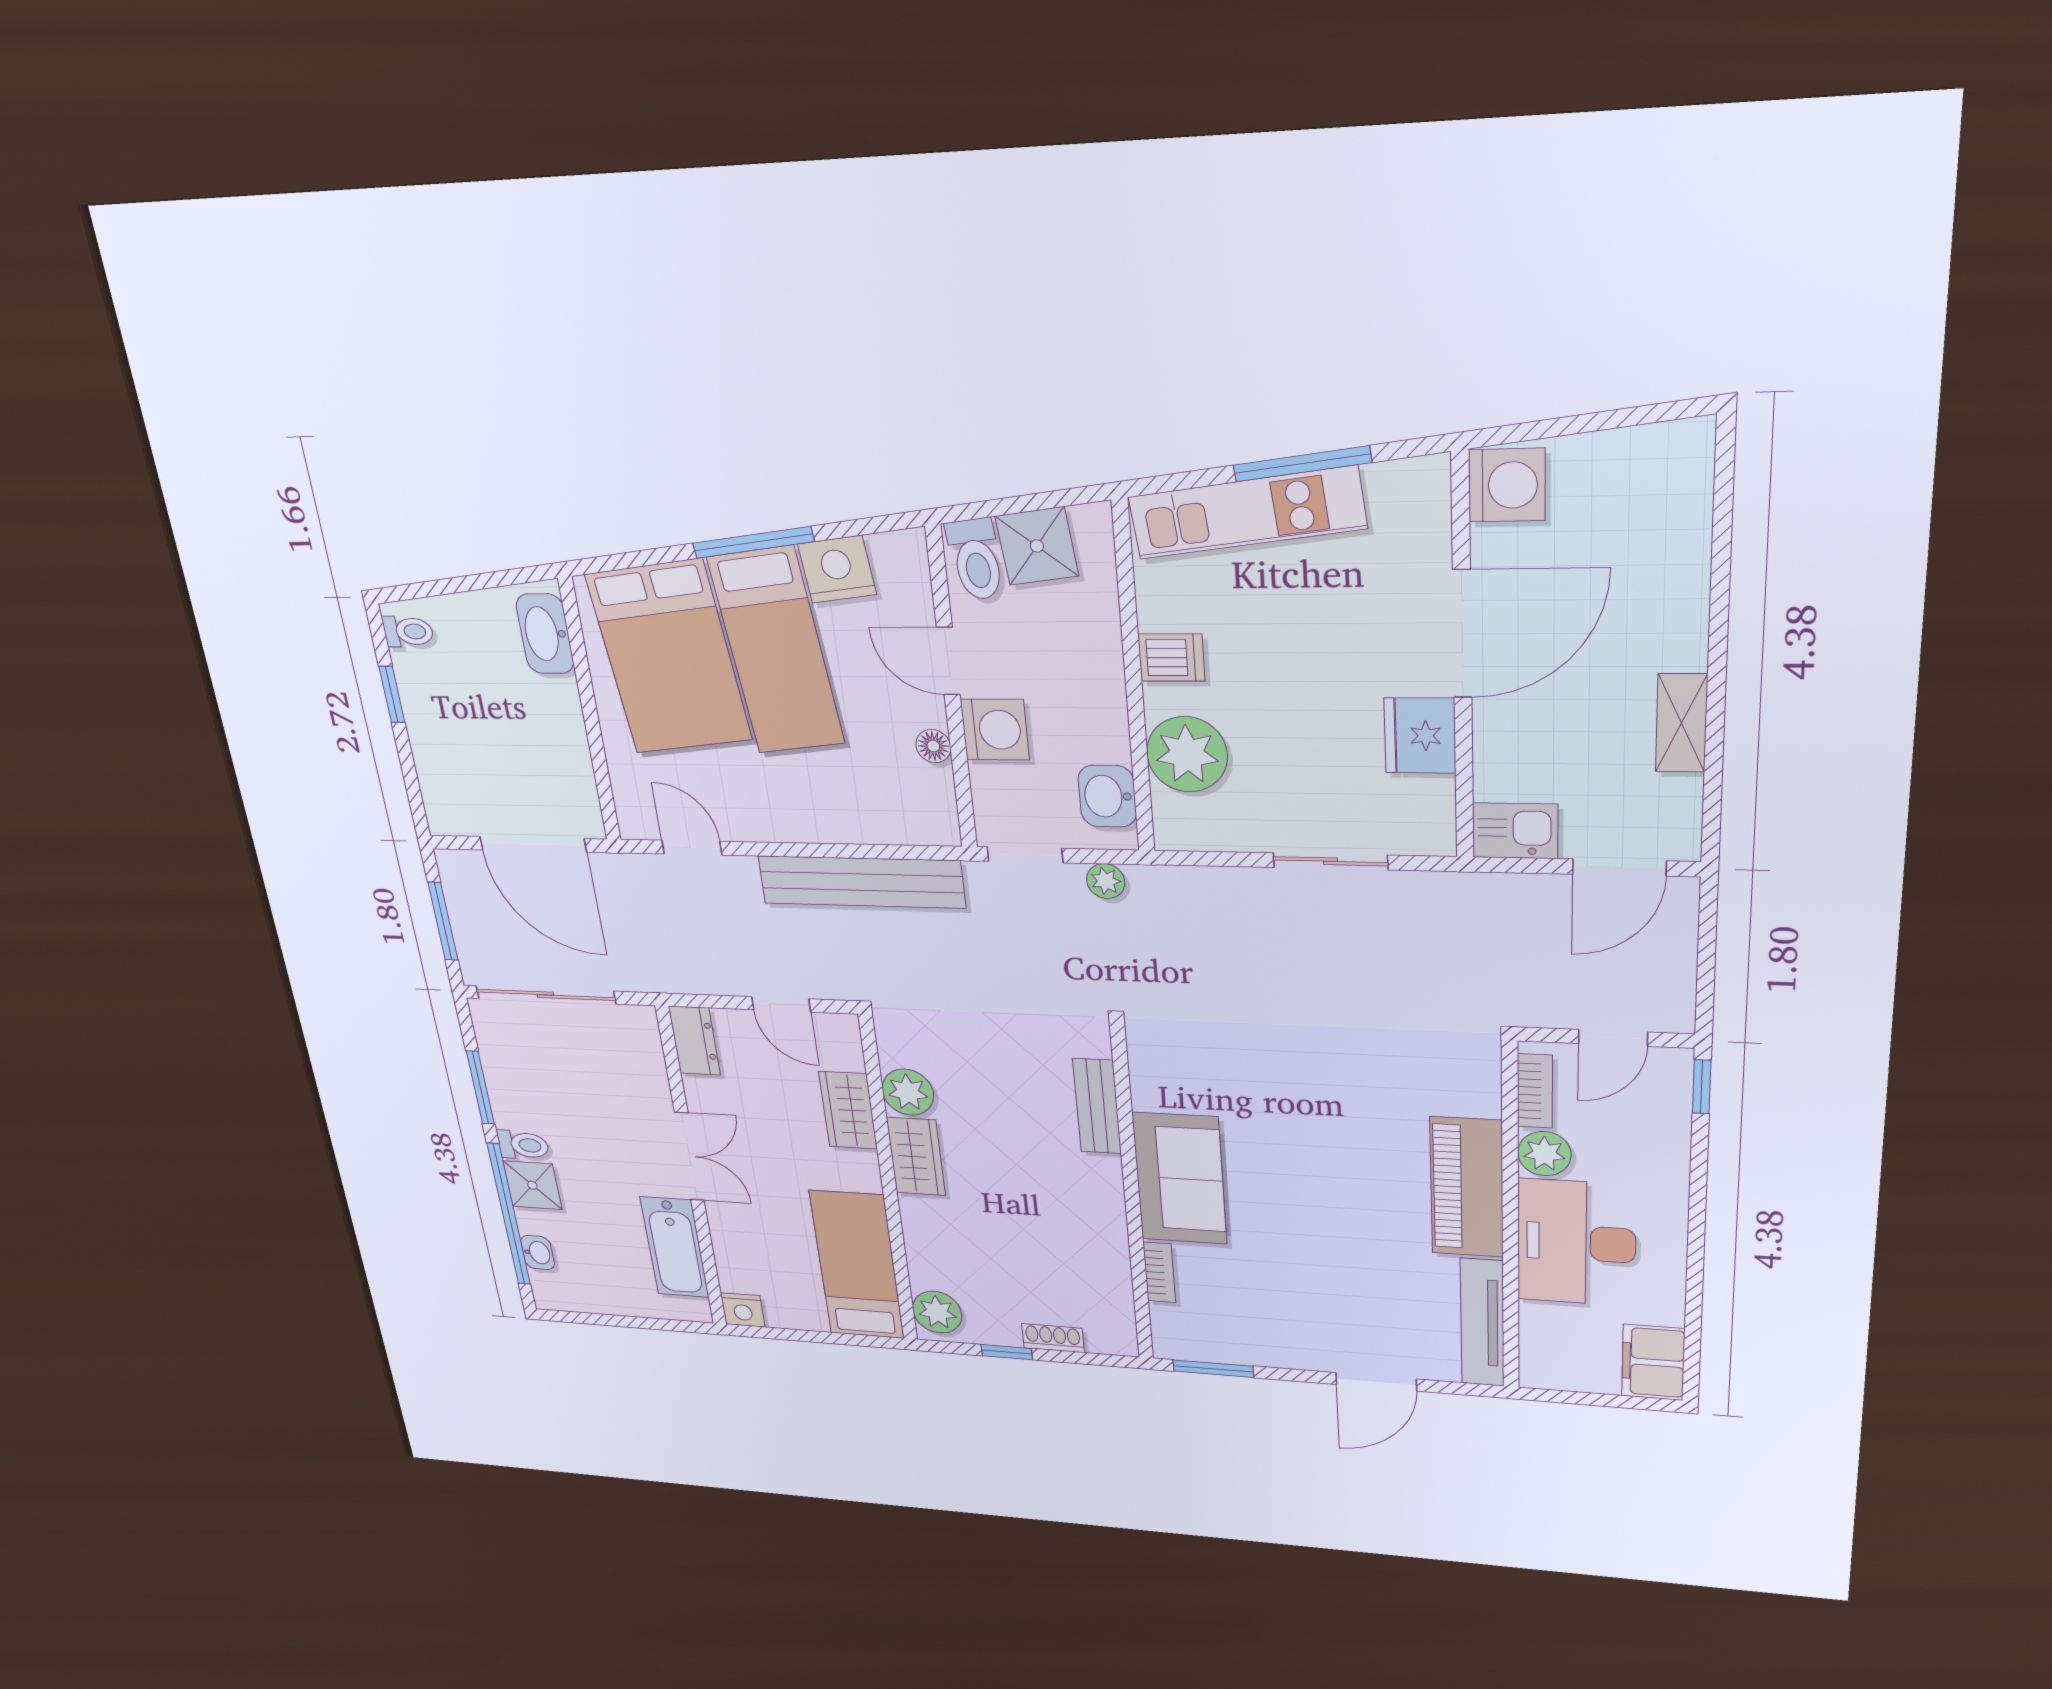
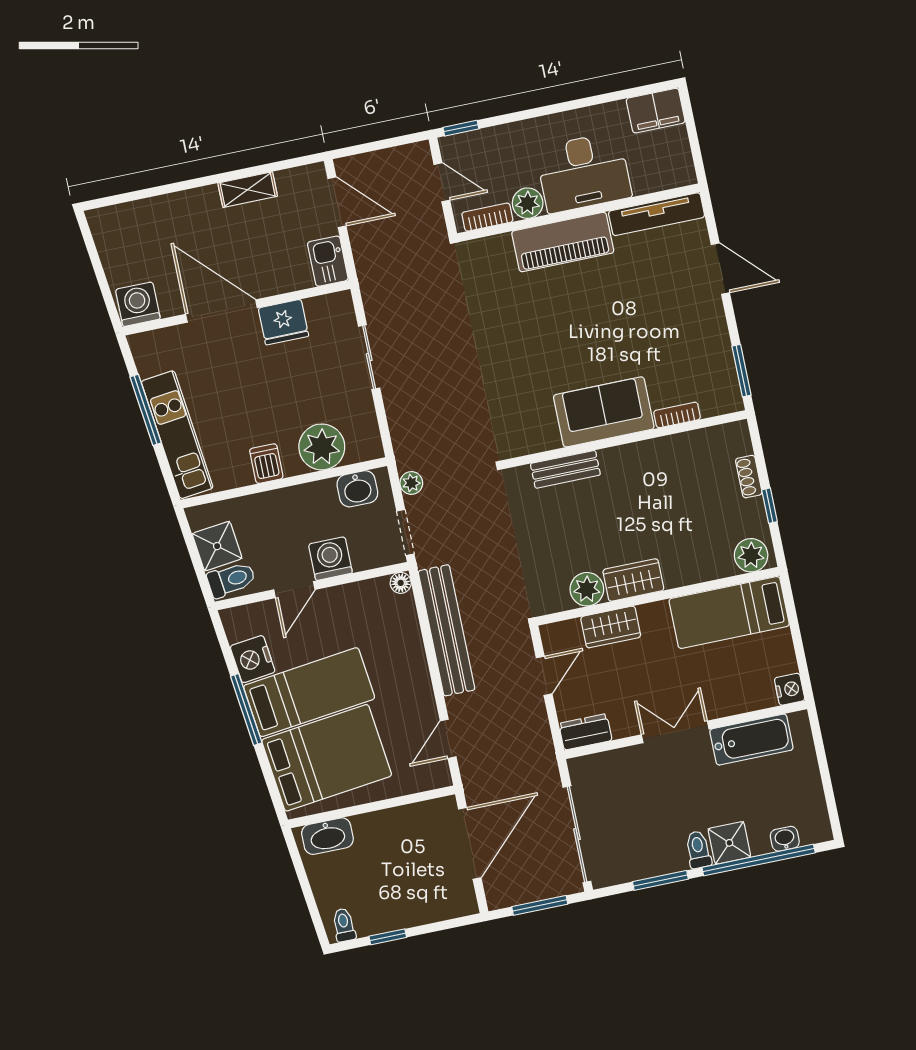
floor lamp: (933, 746) -> (401, 583), moved

